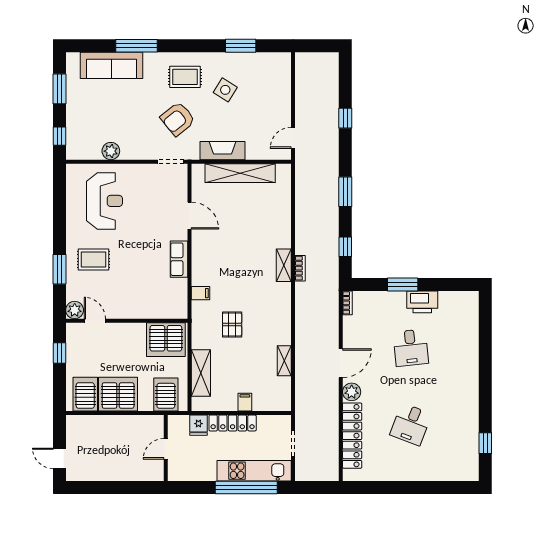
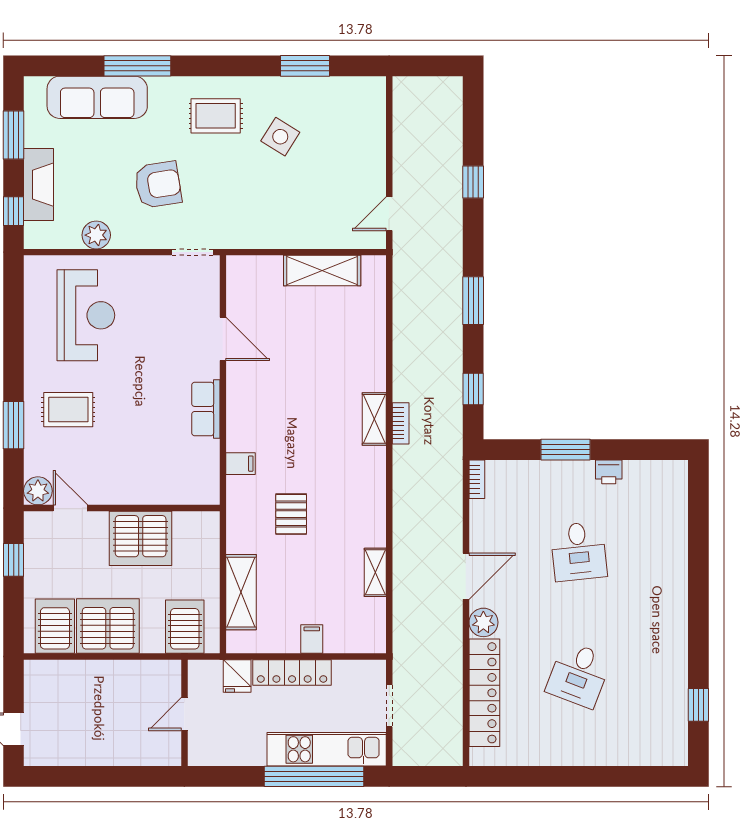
armchair: (178, 119) -> (158, 185), moved, turned -150
fireplace: (222, 151) -> (39, 185), moved, turned 90
shelving: (240, 173) -> (322, 271), width x0.68
printer: (422, 302) -> (609, 472), width x0.53, depth x0.68
server rack: (166, 340) -> (141, 538), moved

